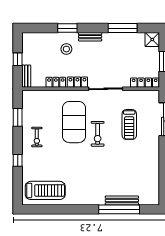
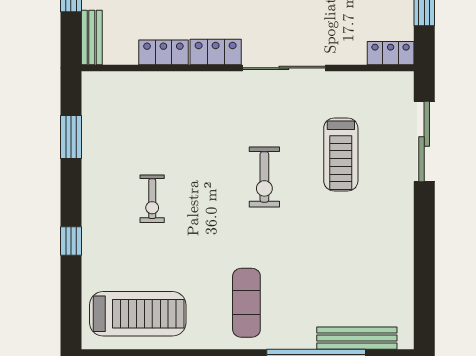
locker: (145, 83) -> (391, 53), width x0.66
exercise mat: (74, 122) -> (246, 303), moved, width x0.50, depth x0.69
exercise bike: (37, 137) -> (152, 199), moved
bench: (122, 200) -> (357, 338), moved

